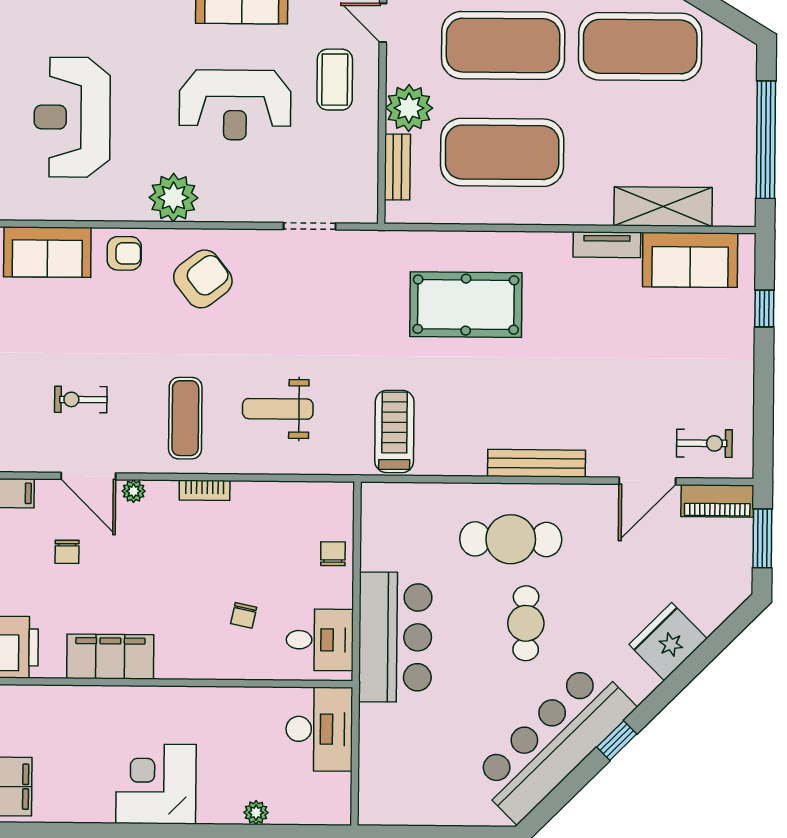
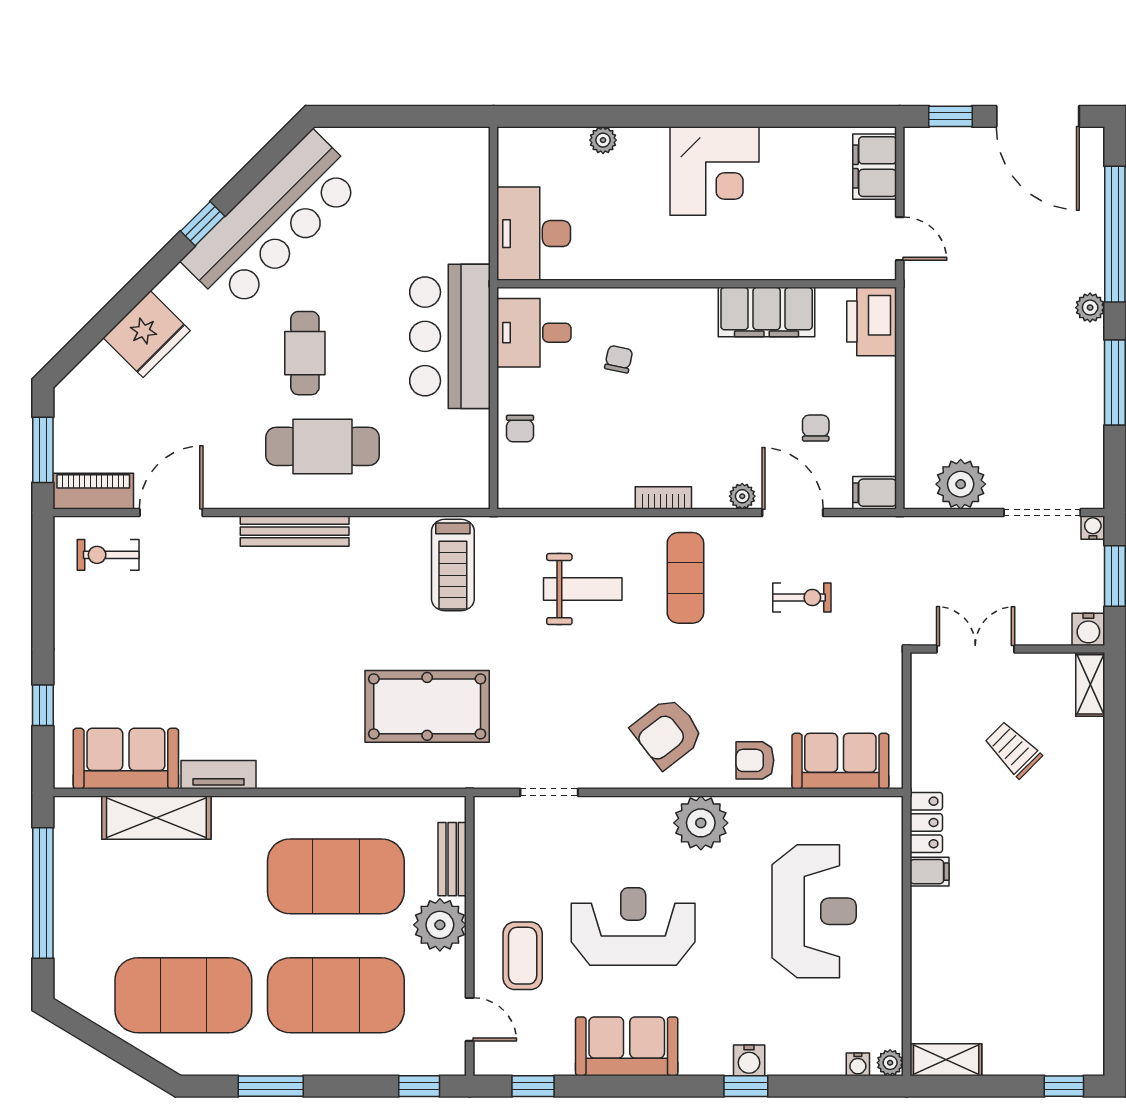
pool table: (466, 305) -> (427, 706), moved

